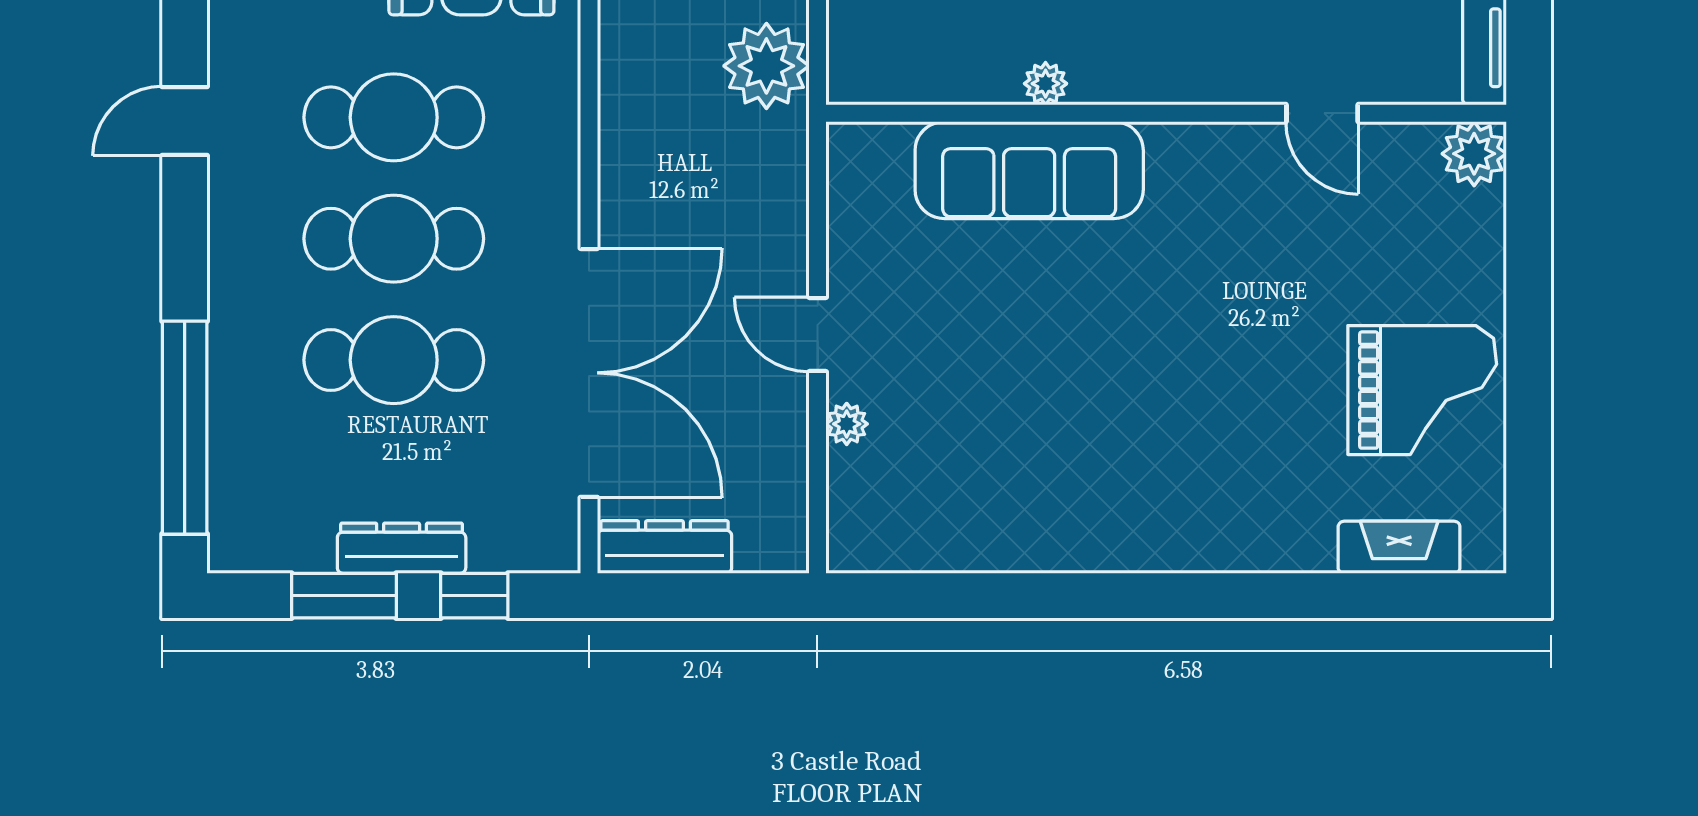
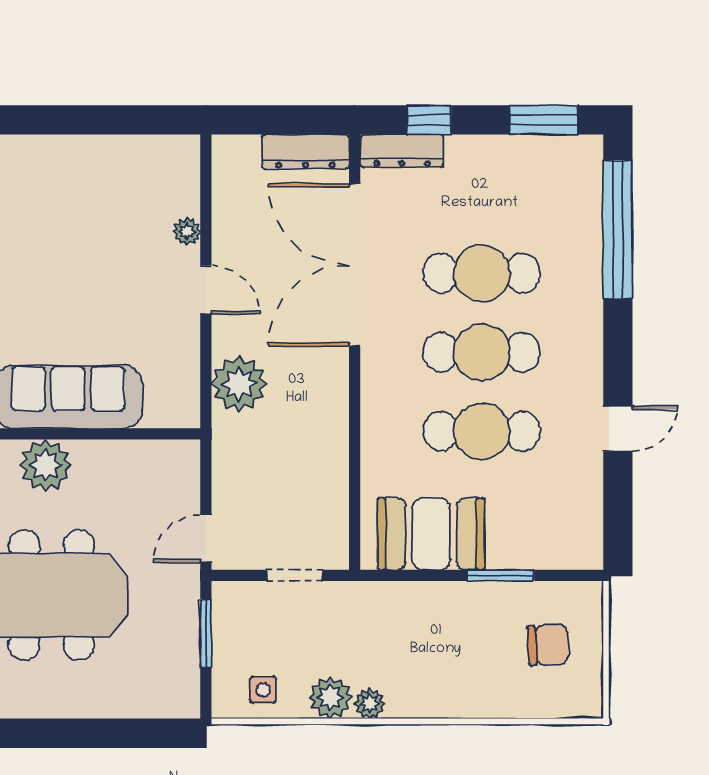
plant: (766, 66) -> (239, 384), moved
plant: (1046, 84) -> (45, 465), width x1.88, depth x1.88
dresser: (402, 548) -> (402, 151), moved
window: (344, 596) -> (544, 120), moved

